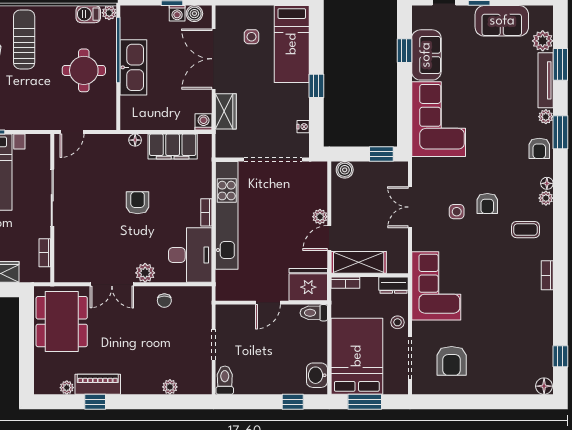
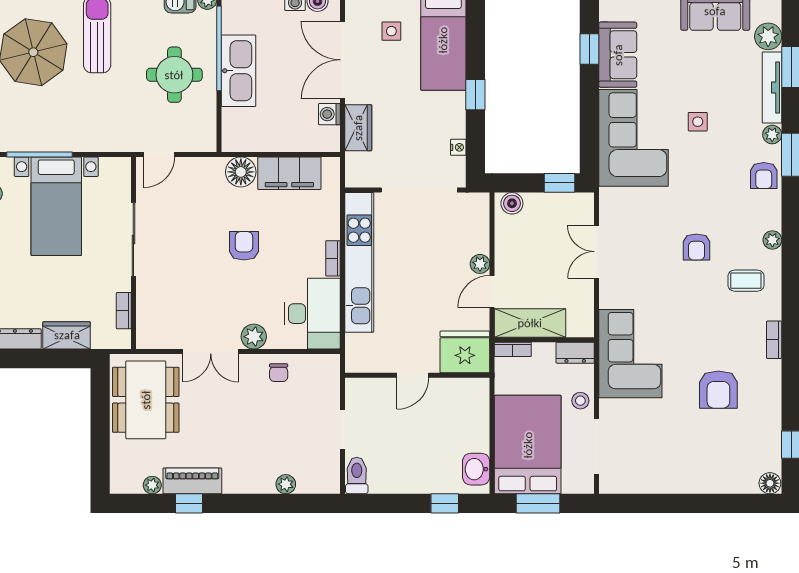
washing machine: (204, 122) -> (329, 114), moved, turned -90
floor lamp: (135, 140) -> (241, 172), width x1.89, depth x1.89
floor lamp: (547, 183) -> (774, 221), removed
side table: (457, 212) -> (698, 122), moved
toilet: (314, 313) -> (472, 388), removed
armchair: (452, 361) -> (718, 390), moved

